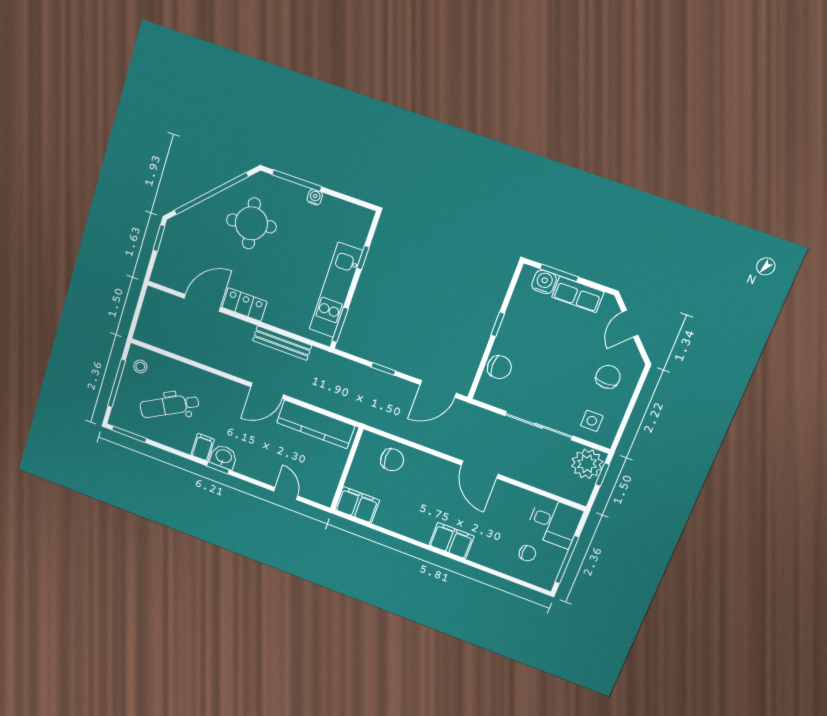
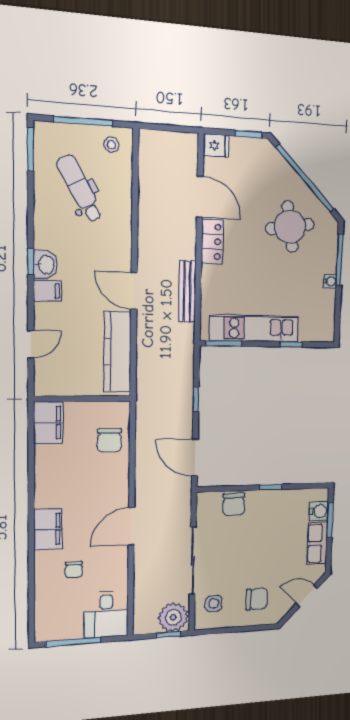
fridge: (162, 272) -> (216, 146), added
filing cabinet: (203, 447) -> (47, 291), moved
chair: (527, 553) -> (74, 570), moved

